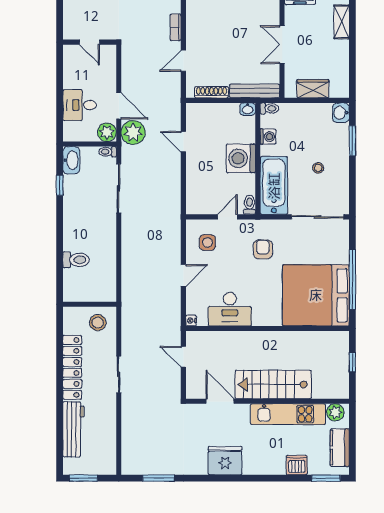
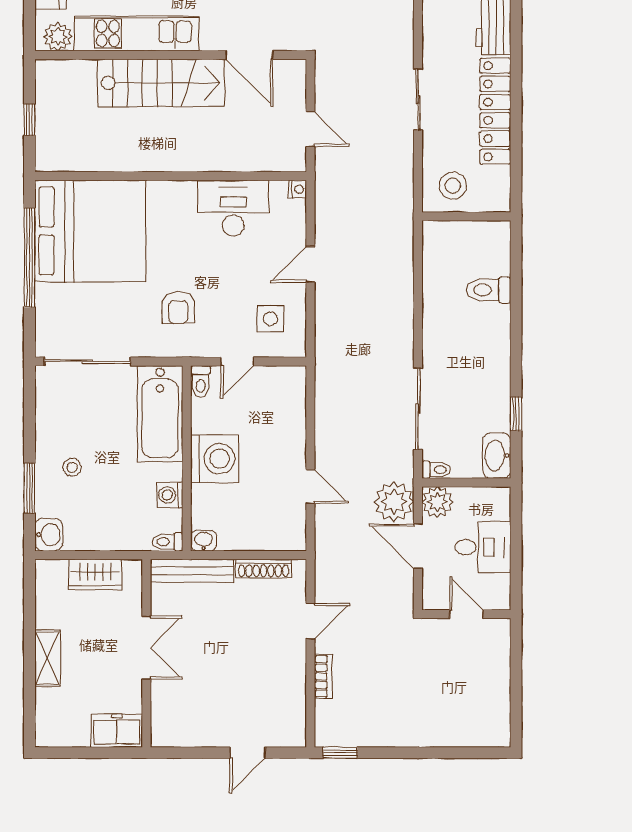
shelving: (342, 22) -> (47, 658), moved
door: (89, 42) -> (467, 614), moved
wall: (90, 42) -> (466, 614), moved
stool: (318, 168) -> (72, 467), moved

